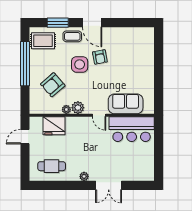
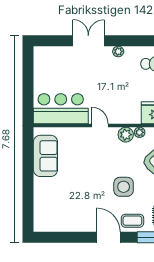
armchair: (100, 57) -> (99, 196), removed
sofa: (126, 104) -> (45, 156), moved, turned -90

